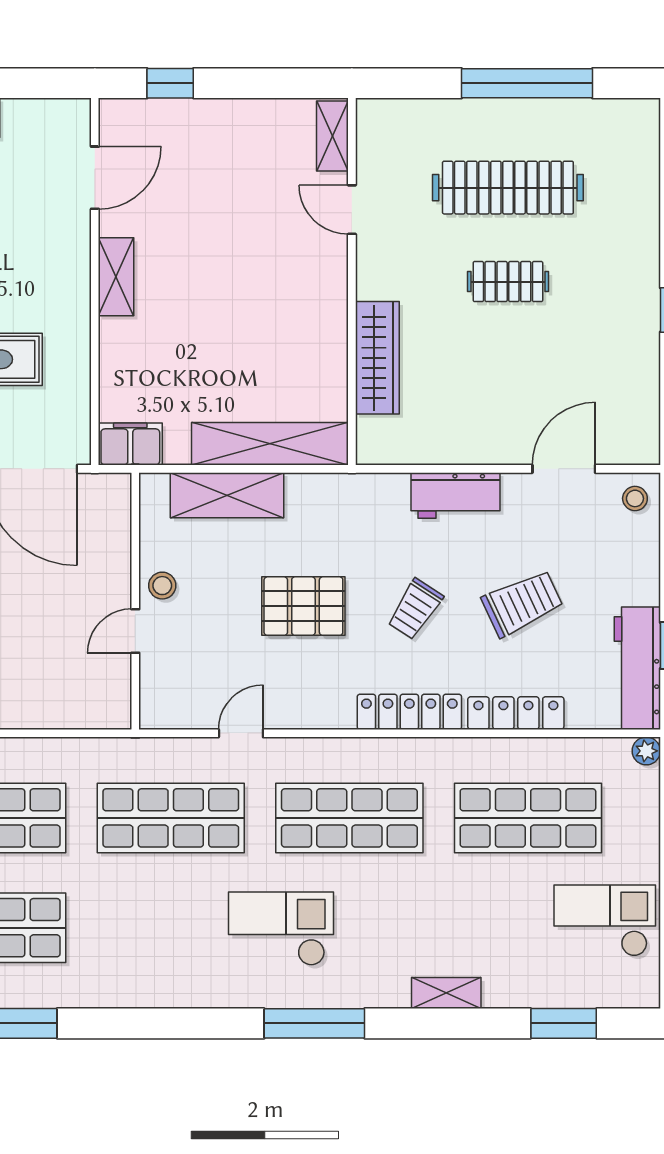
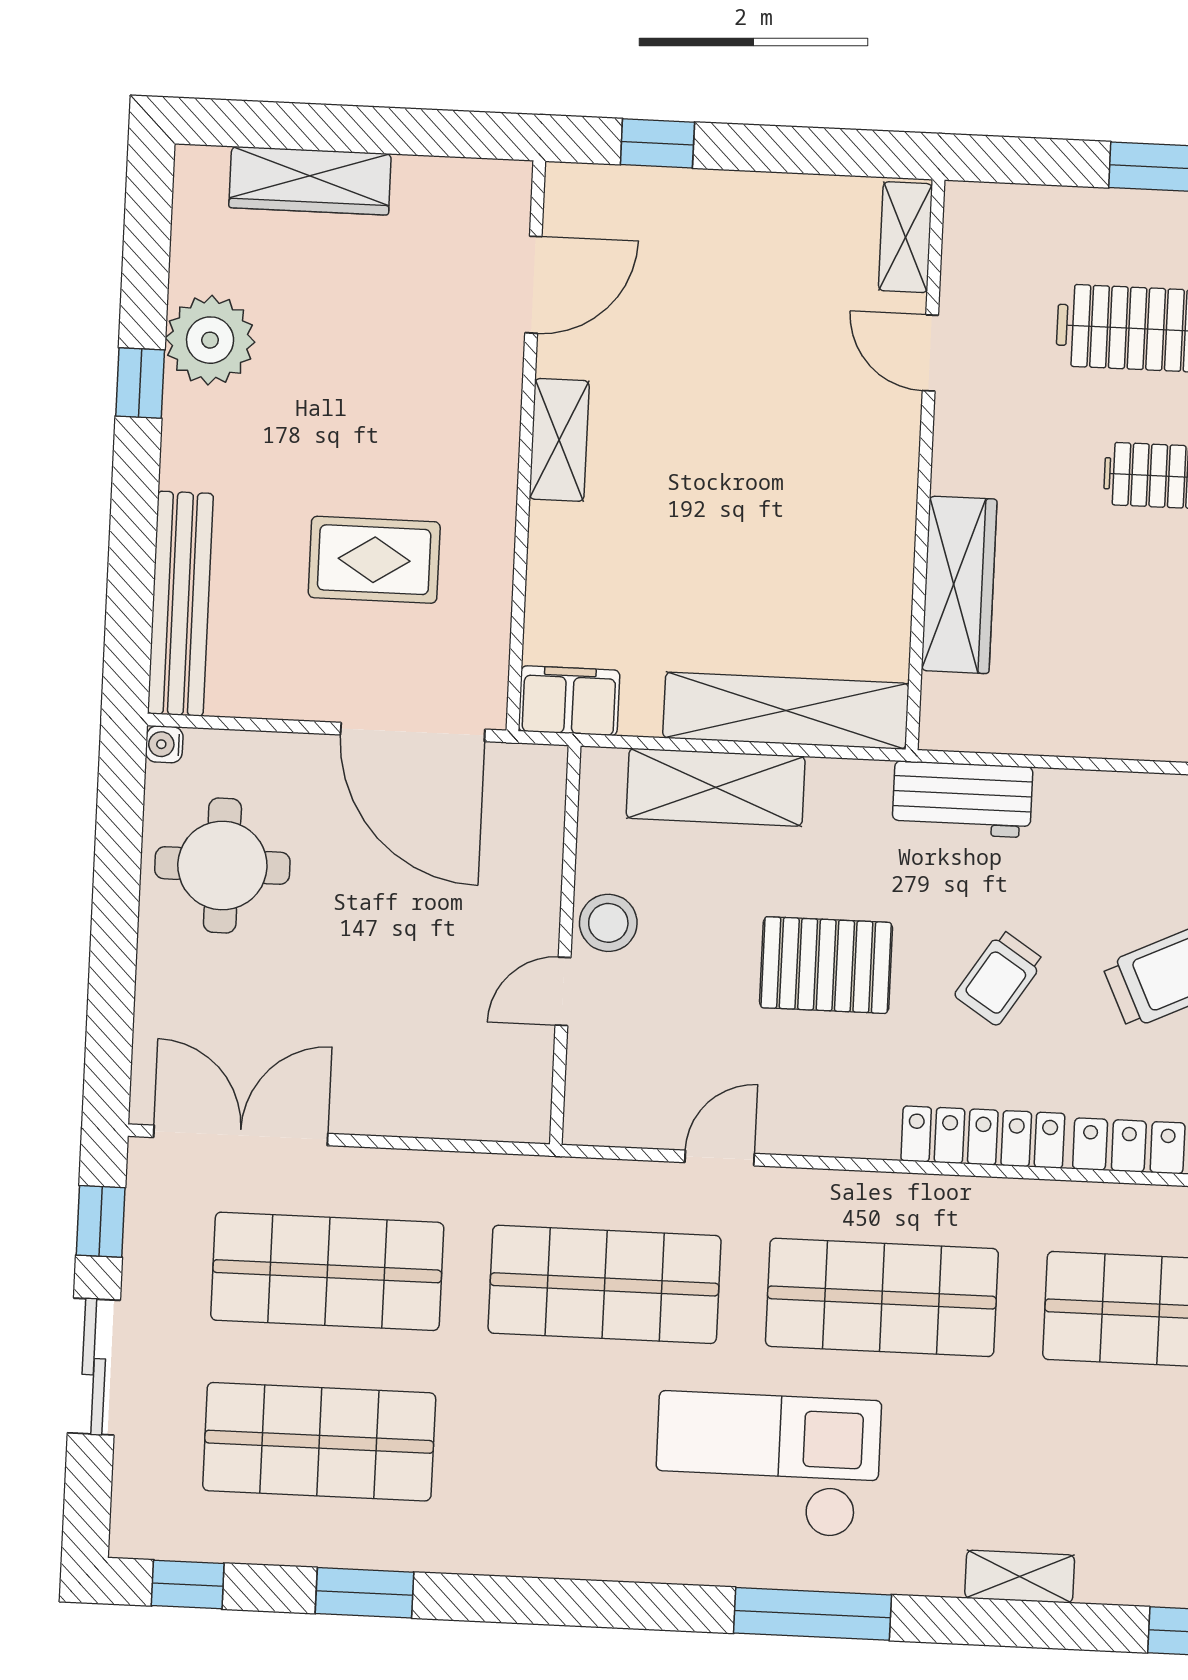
workbench: (455, 495) -> (962, 799), moved
stool: (162, 586) -> (608, 923), width x1.37, depth x1.37
checkout: (281, 929) -> (768, 1465), width x1.36, depth x1.21

